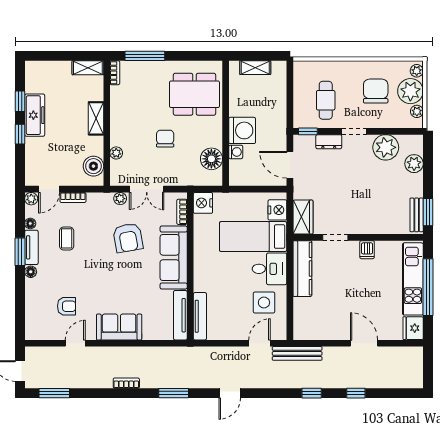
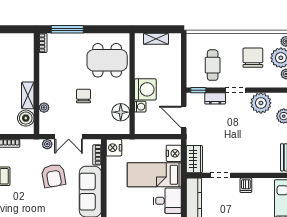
shelving: (88, 68) -> (21, 39), removed
shelving: (96, 118) -> (28, 95), moved

